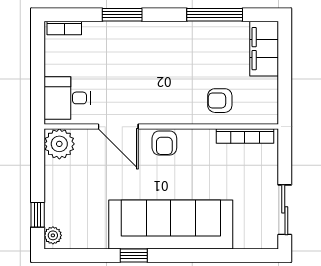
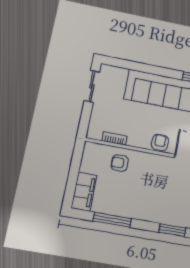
armchair: (220, 101) -> (120, 163), turned 180
bookcase: (245, 136) -> (115, 139), width x0.64

